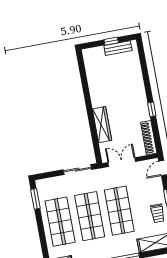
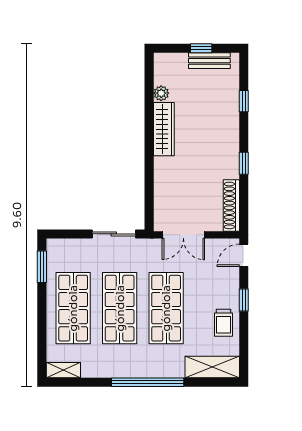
window: (145, 70) -> (244, 101), added
plant: (91, 74) -> (161, 93), added
wardrobe: (102, 125) -> (164, 129), moved
double door: (122, 162) -> (183, 235), swing flipped

